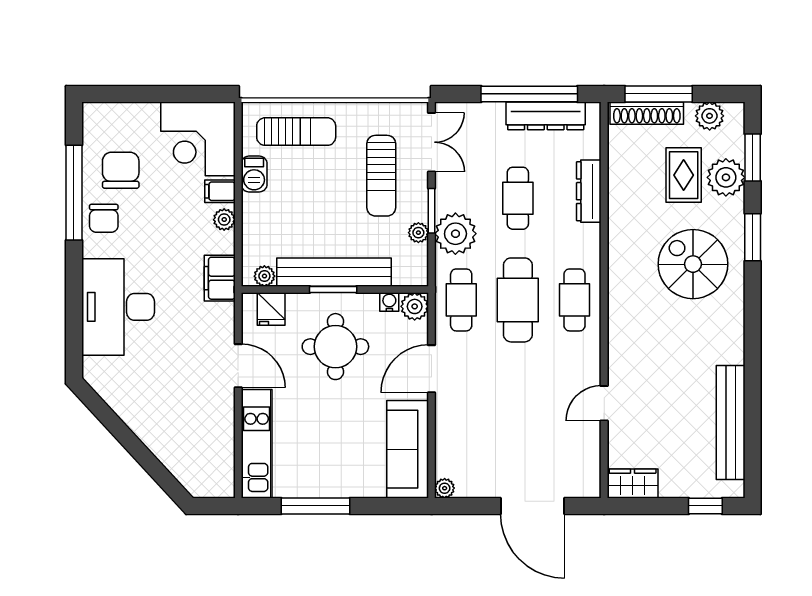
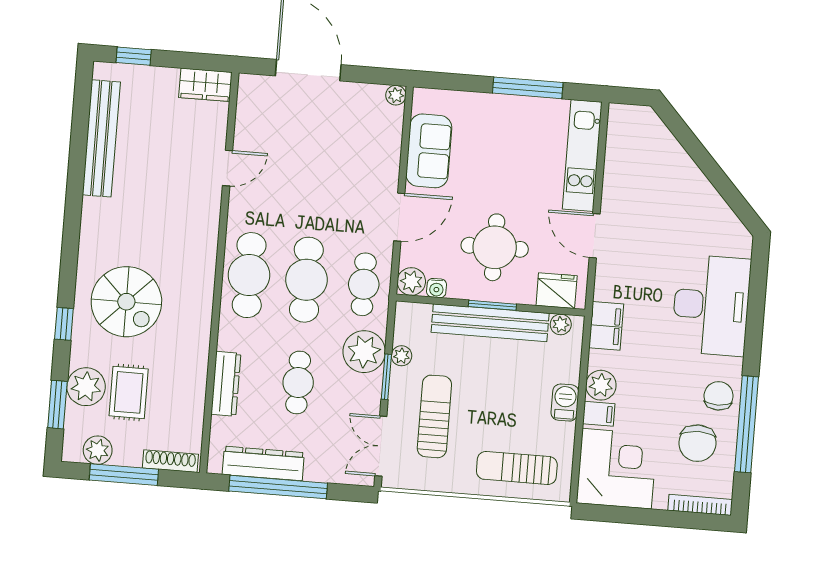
window: (659, 94) -> (124, 475), moved
bookcase: (113, 110) -> (700, 505), added
shoe rack: (647, 113) -> (170, 461), width x0.74, depth x0.81
barbecue: (254, 174) -> (565, 403), moved
plant: (224, 220) -> (601, 385), width x1.38, depth x1.38
window: (753, 237) -> (64, 324), width x0.67
cafe table: (575, 300) -> (249, 275), width x1.37, depth x1.35
fridge: (271, 309) -> (557, 291), width x1.38
sofa: (408, 449) -> (429, 151), width x0.73

